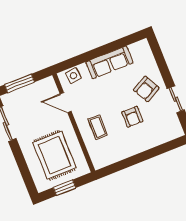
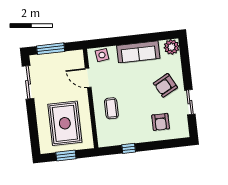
plant: (142, 48) -> (172, 47), added
armchair: (132, 117) -> (161, 122), moved
window: (126, 163) -> (129, 148), added

